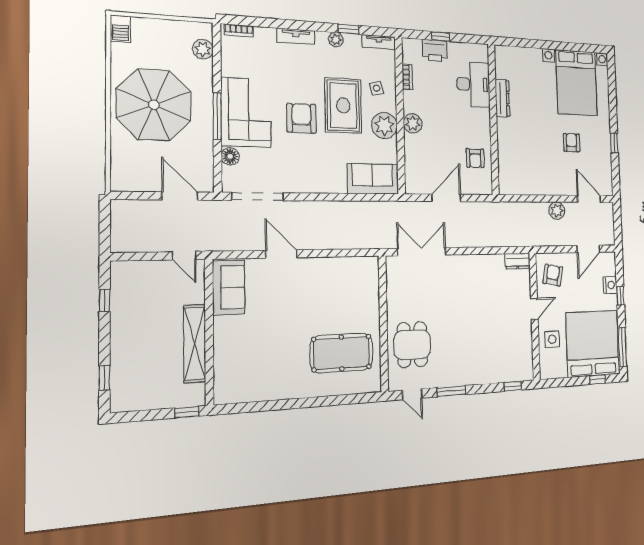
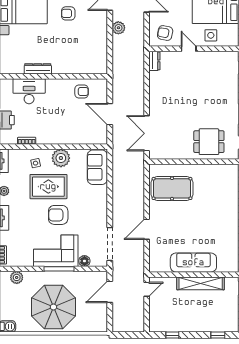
plant: (413, 123) -> (59, 138), removed
sofa: (229, 287) -> (193, 263), moved, width x1.36
pool table: (342, 353) -> (172, 188), moved, turned 90

